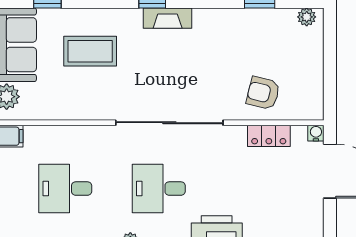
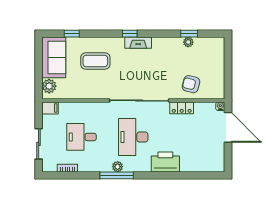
plant: (307, 17) -> (188, 42), moved
locker: (269, 136) -> (182, 108), moved
desk: (159, 189) -> (133, 137), width x1.37

